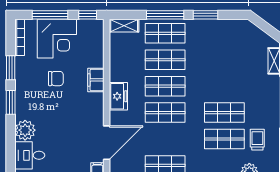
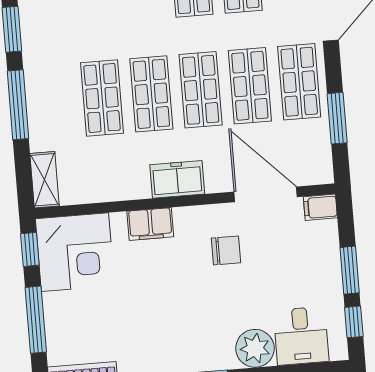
shop shelf: (165, 33) -> (250, 86), moved
corner desk: (57, 39) -> (75, 252), moved, turned 90
chair: (56, 79) -> (226, 250), moved, turned 90

